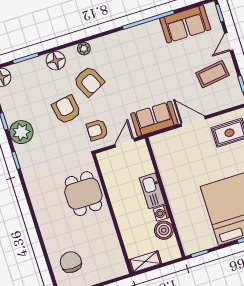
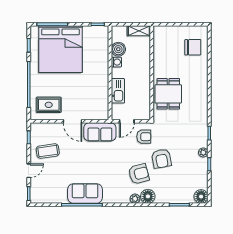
sofa: (185, 24) -> (85, 194), moved
floor lamp: (56, 61) -> (148, 196), moved
armchair: (89, 81) -> (139, 174), turned 101
plant: (21, 132) -> (203, 153), width x0.53, depth x0.53
kitchen sink: (152, 191) -> (118, 91), moved
chair: (71, 262) -> (193, 47), turned -90

